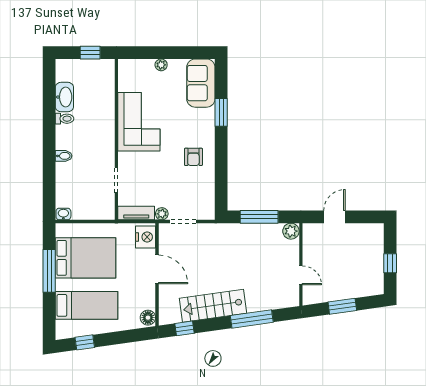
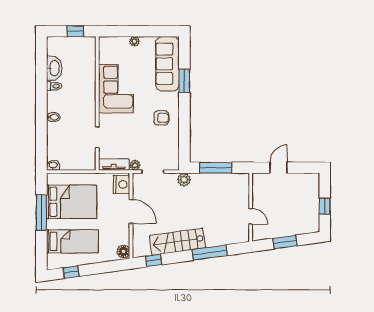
sofa: (201, 83) -> (167, 64), width x1.36
armchair: (193, 157) -> (161, 118), turned -90
plant: (291, 231) -> (184, 180), moved

